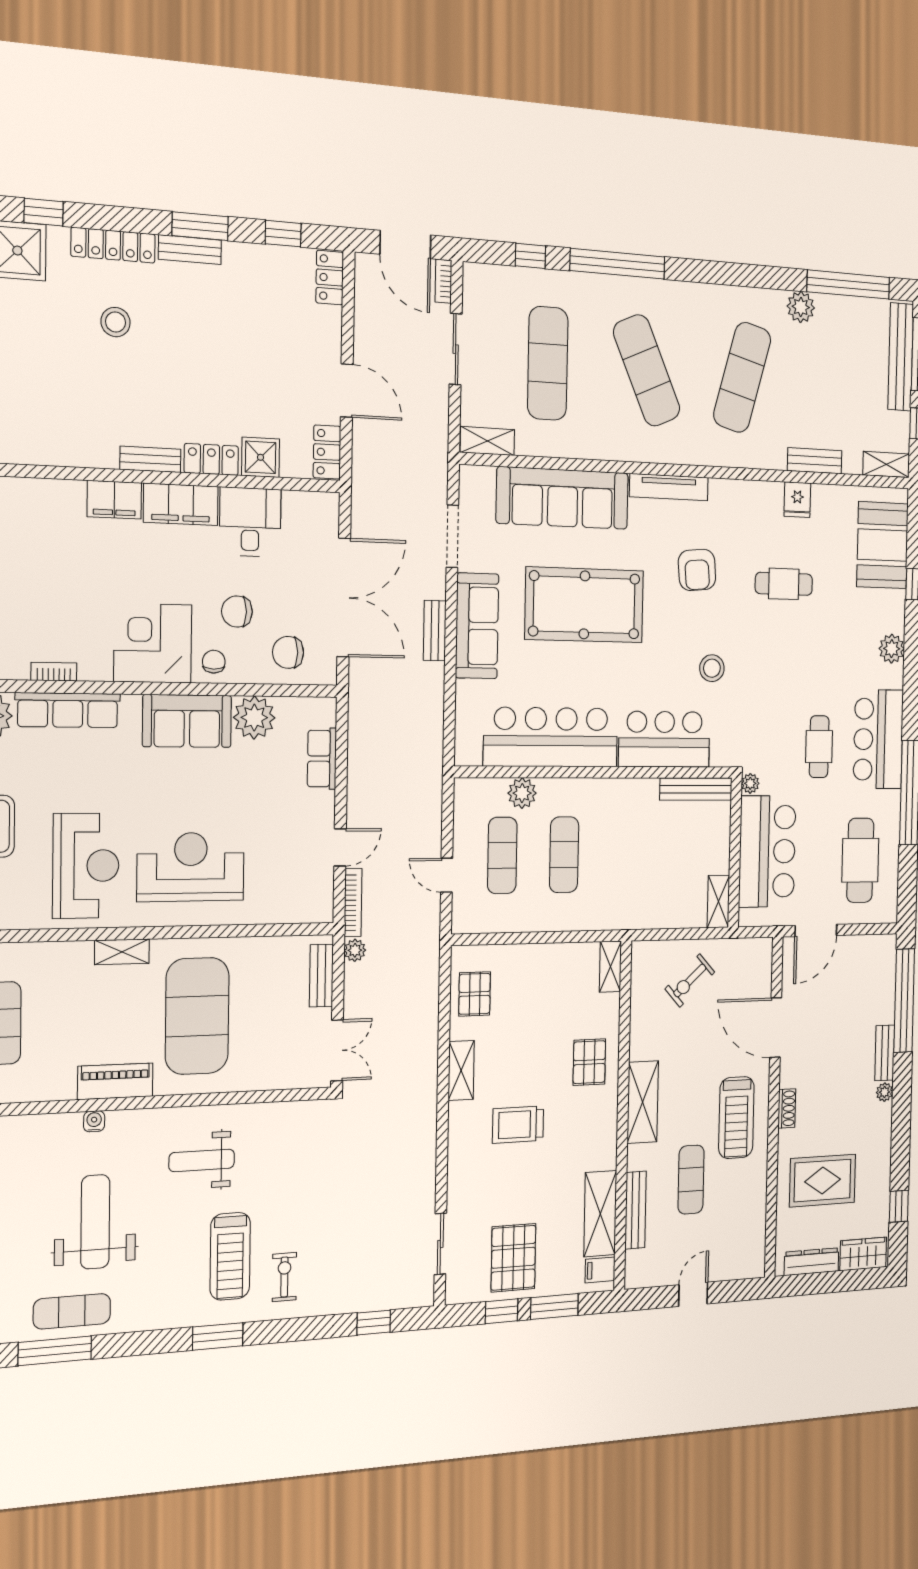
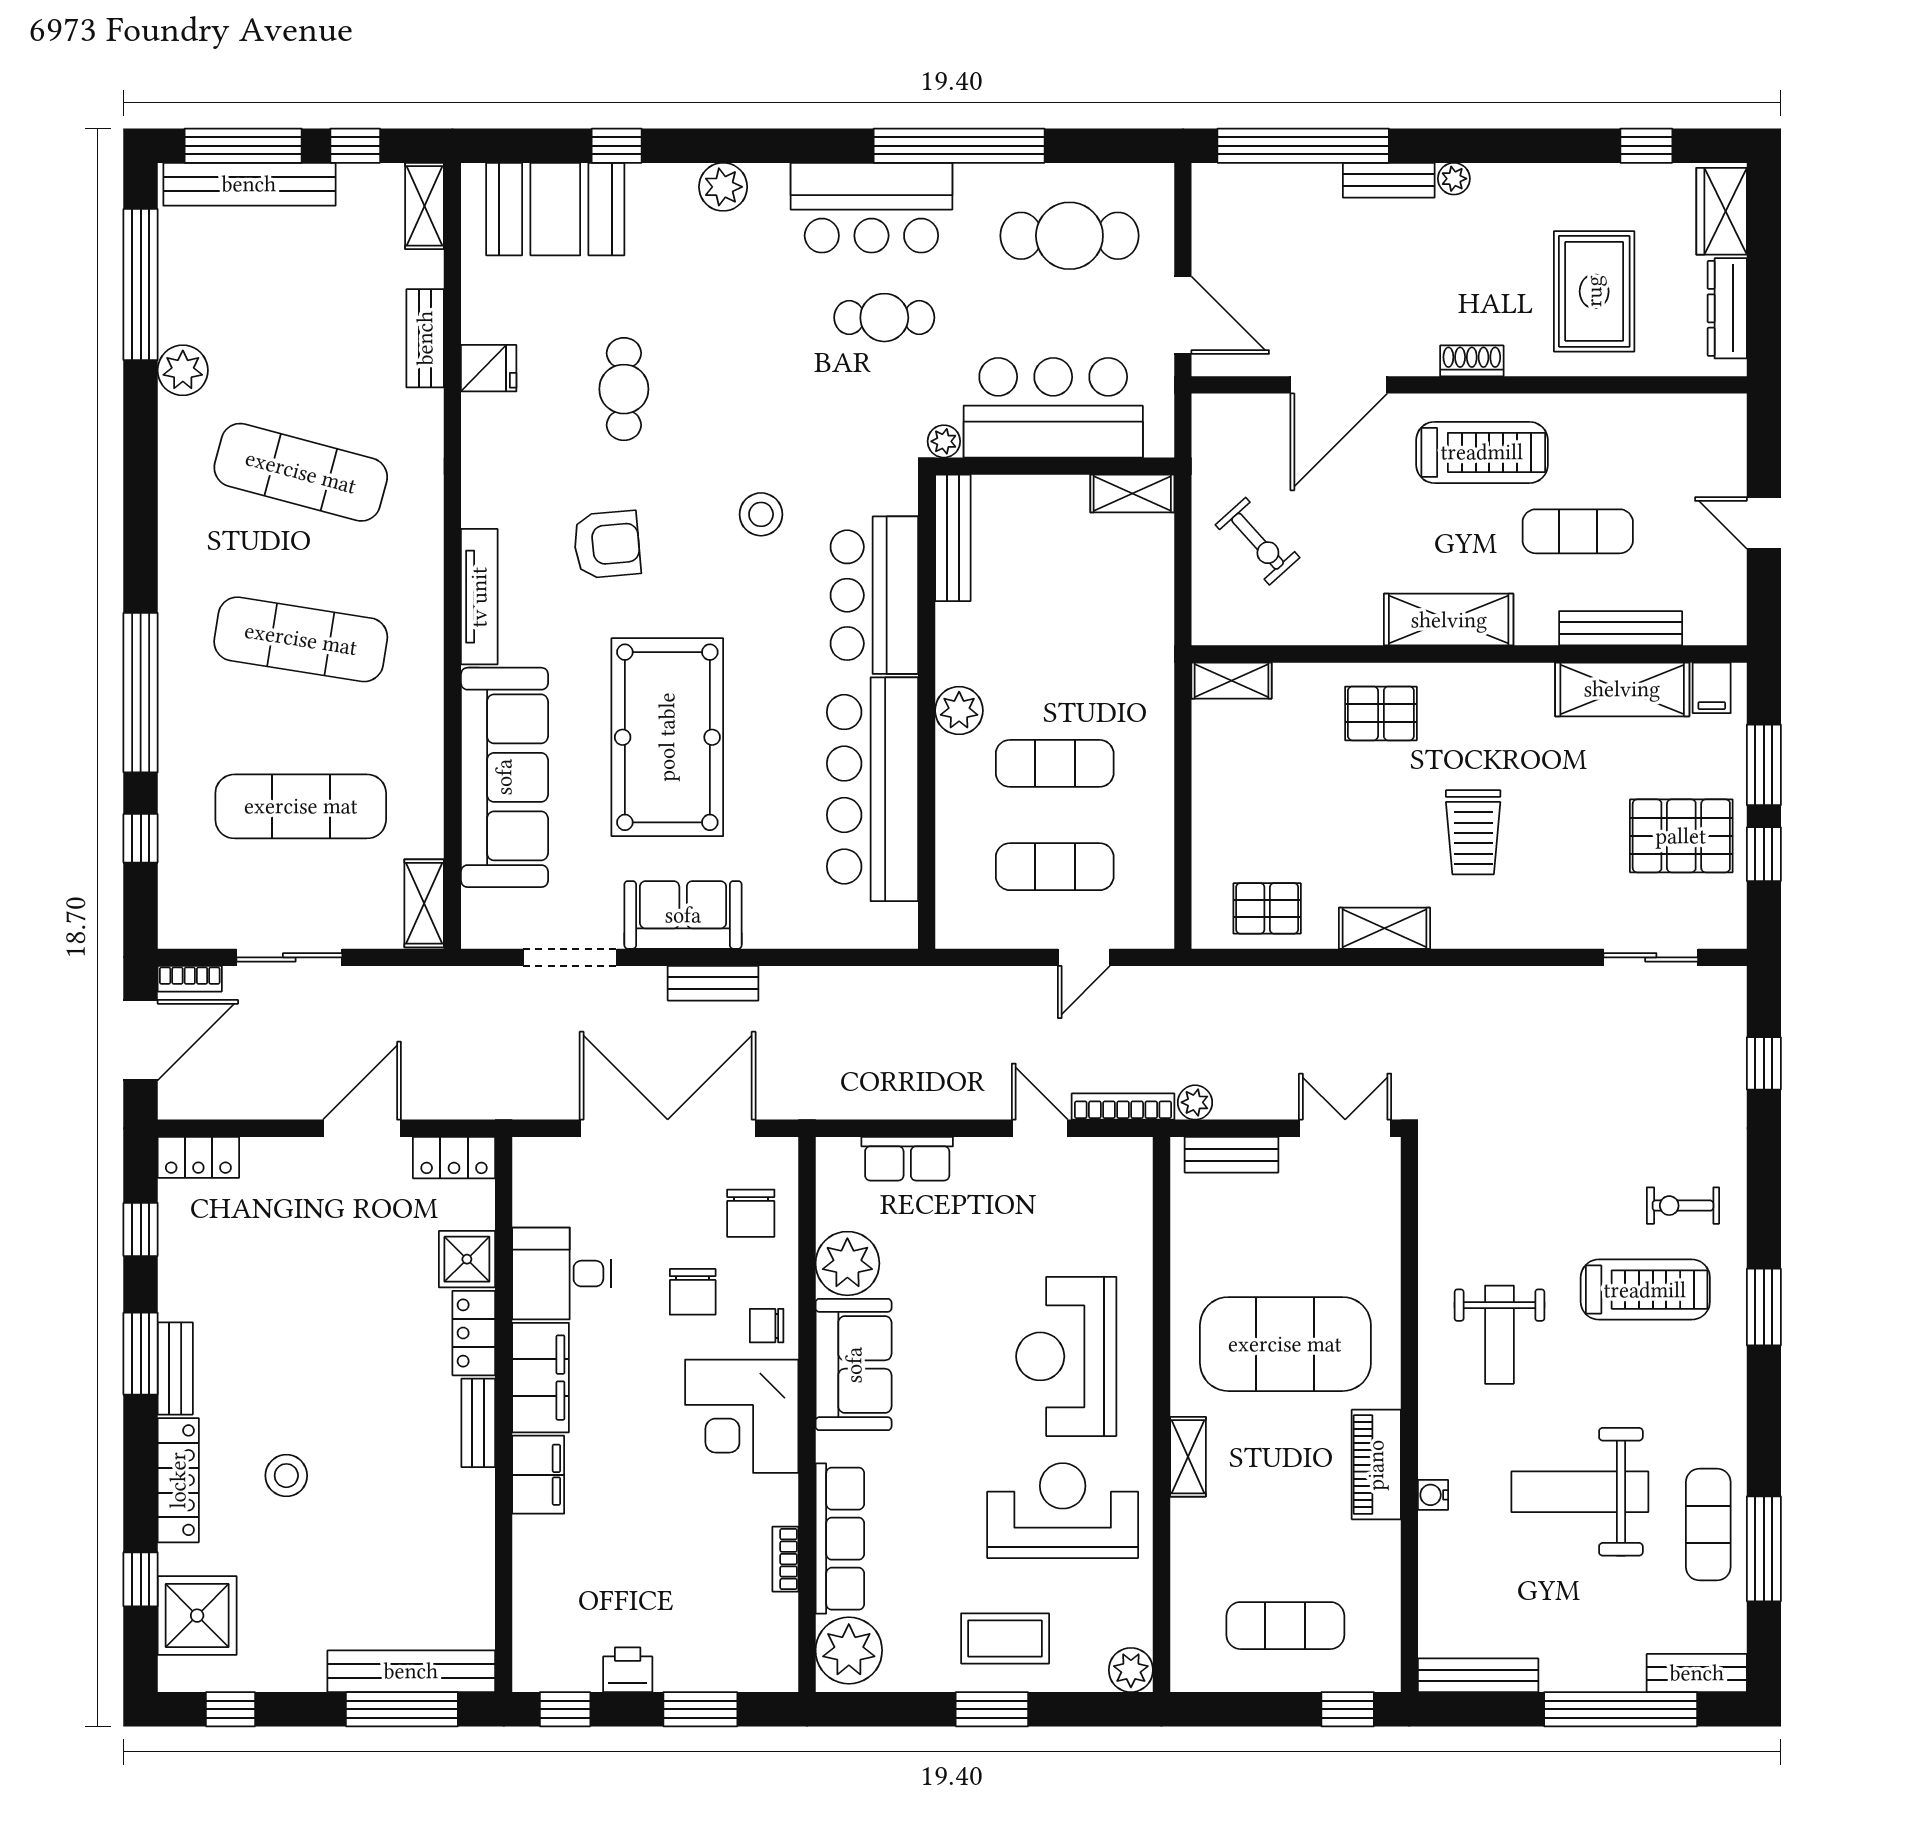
exercise mat: (647, 370) -> (301, 639), turned 33
sofa: (477, 626) -> (683, 915), width x0.73
plant: (522, 793) -> (959, 711), moved

